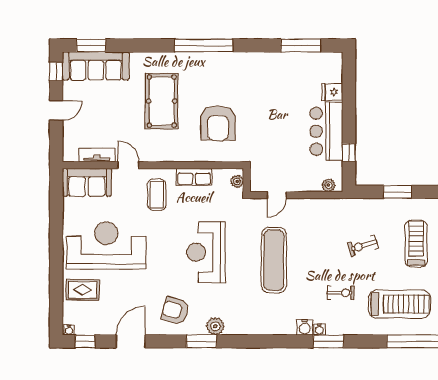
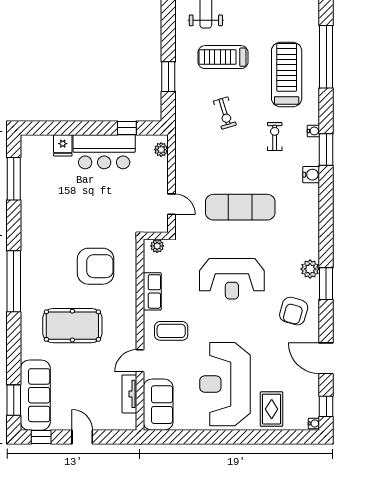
water cooler: (319, 329) -> (313, 131), moved

